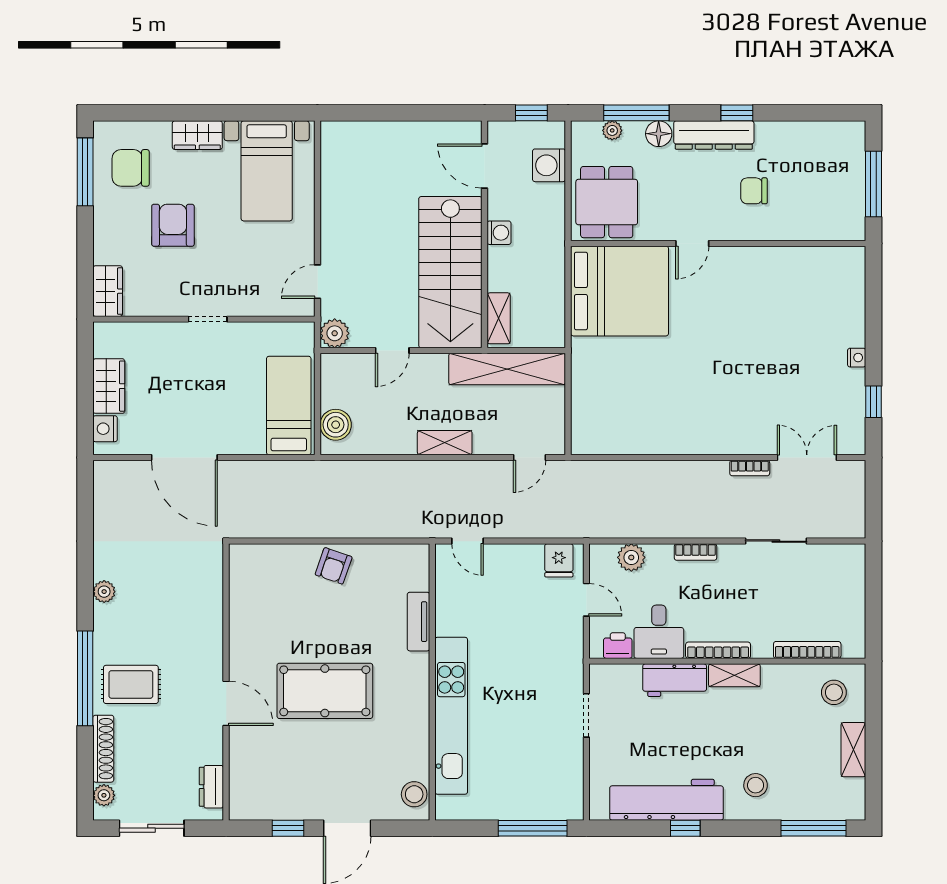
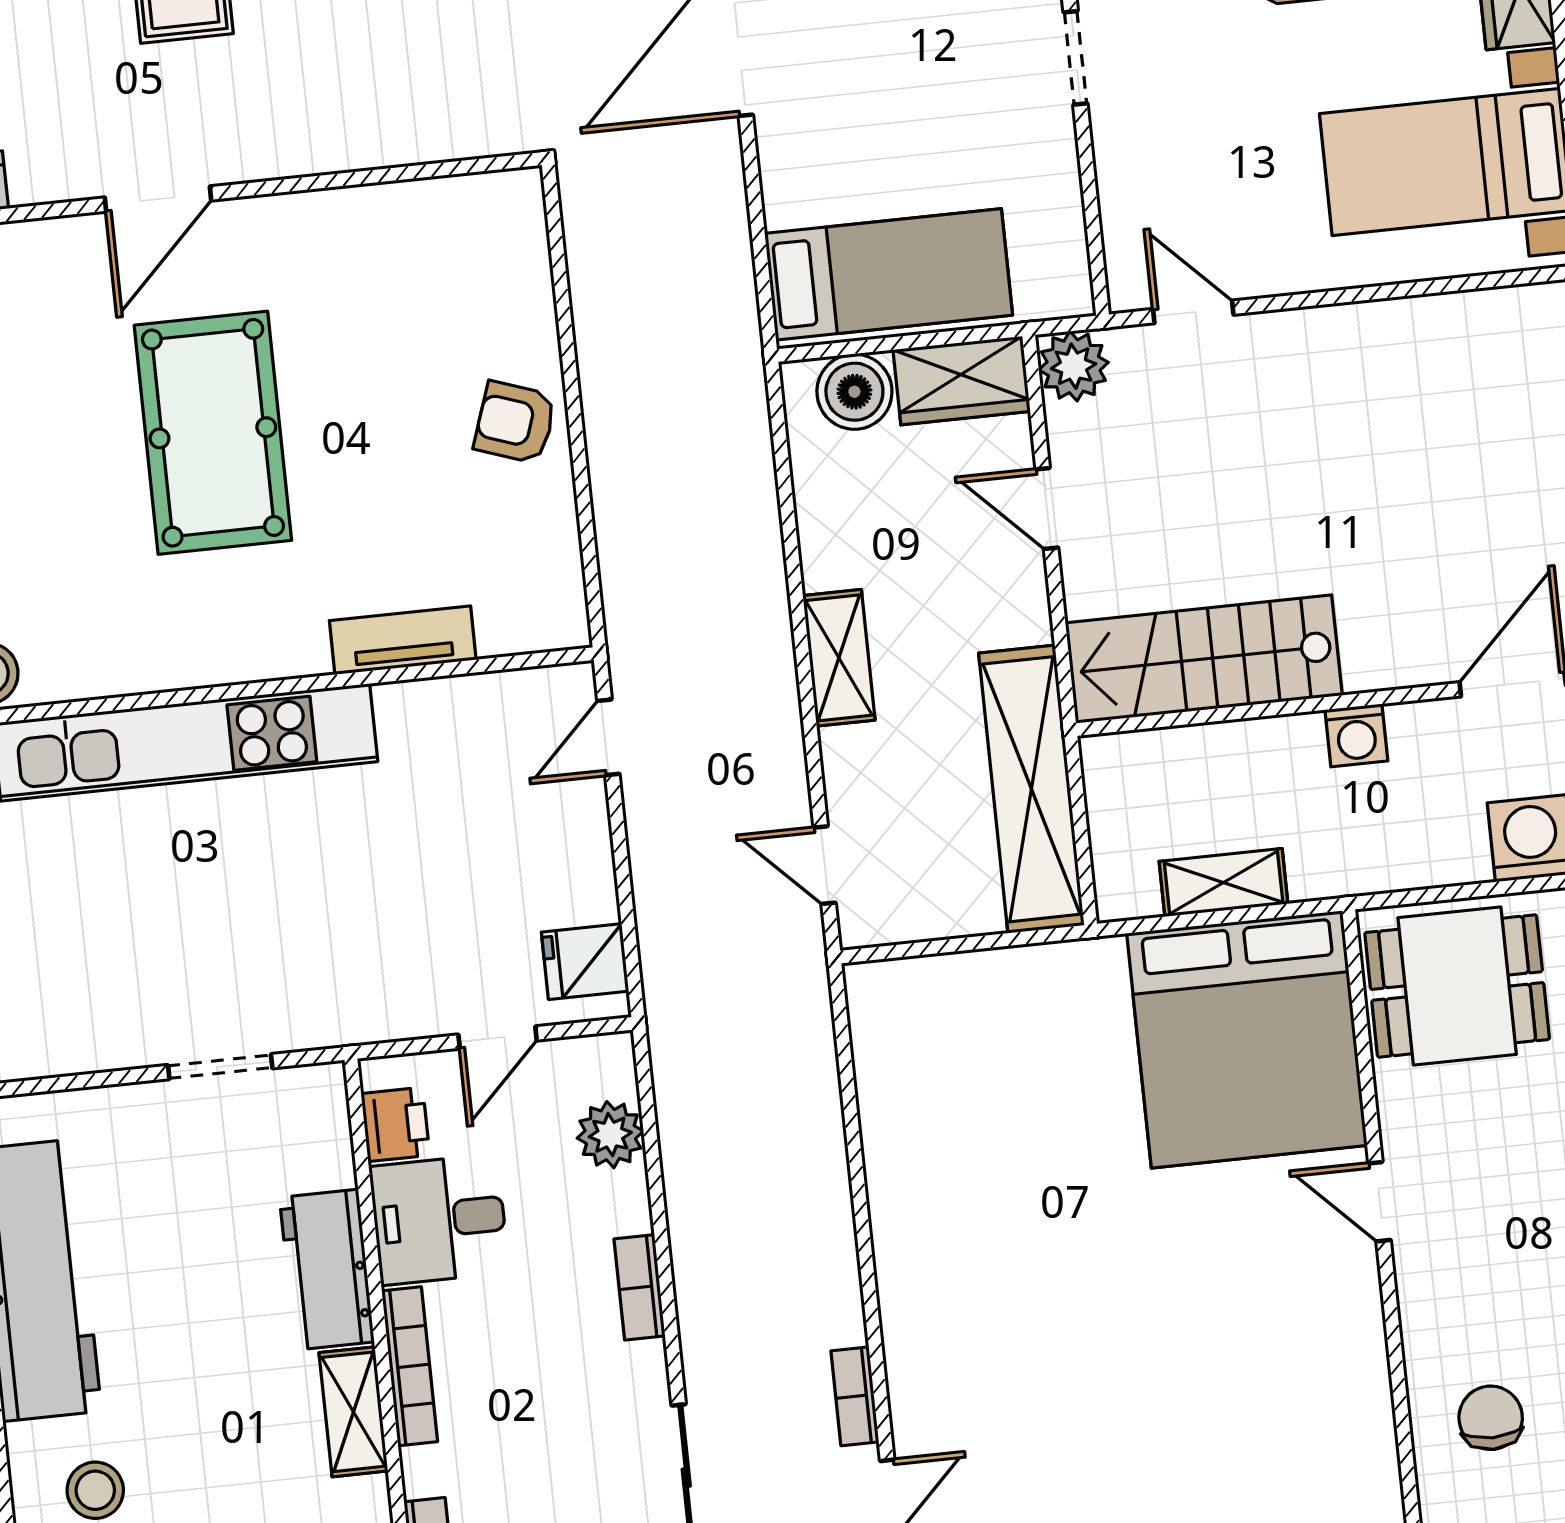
chair: (754, 191) -> (1491, 1418), moved
stairs: (450, 272) -> (1204, 659), width x0.73, depth x0.66
shelving: (499, 318) -> (1224, 883), moved
wardrobe: (336, 380) -> (962, 381), added

